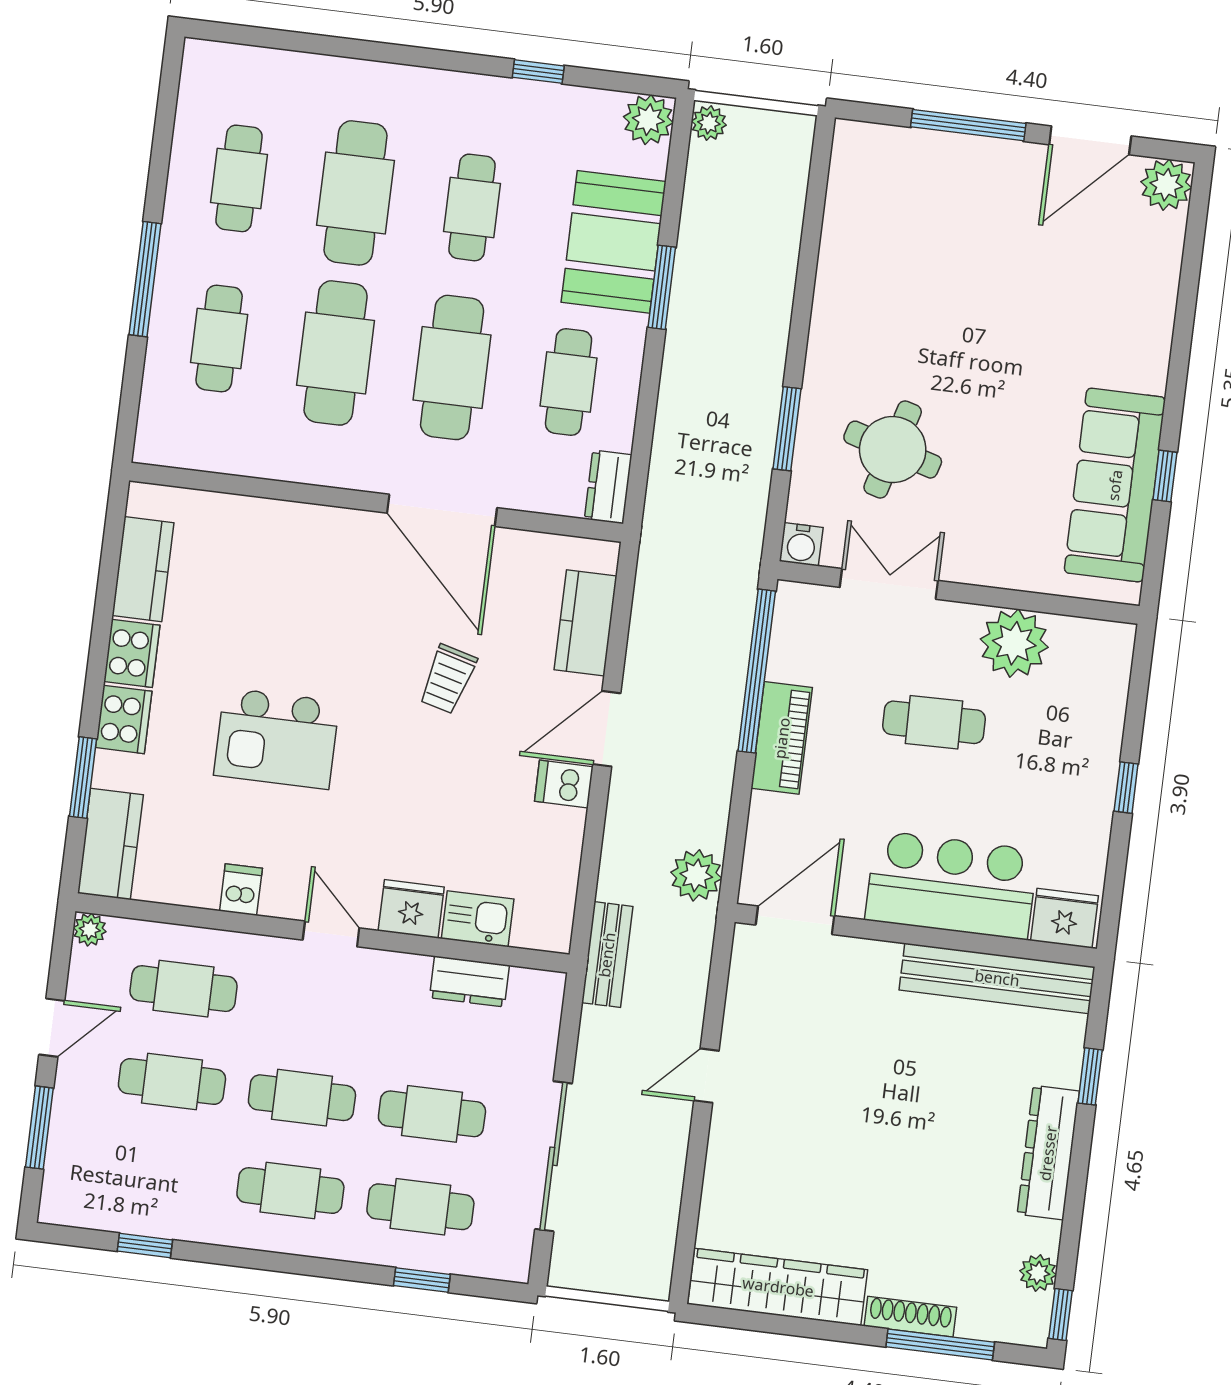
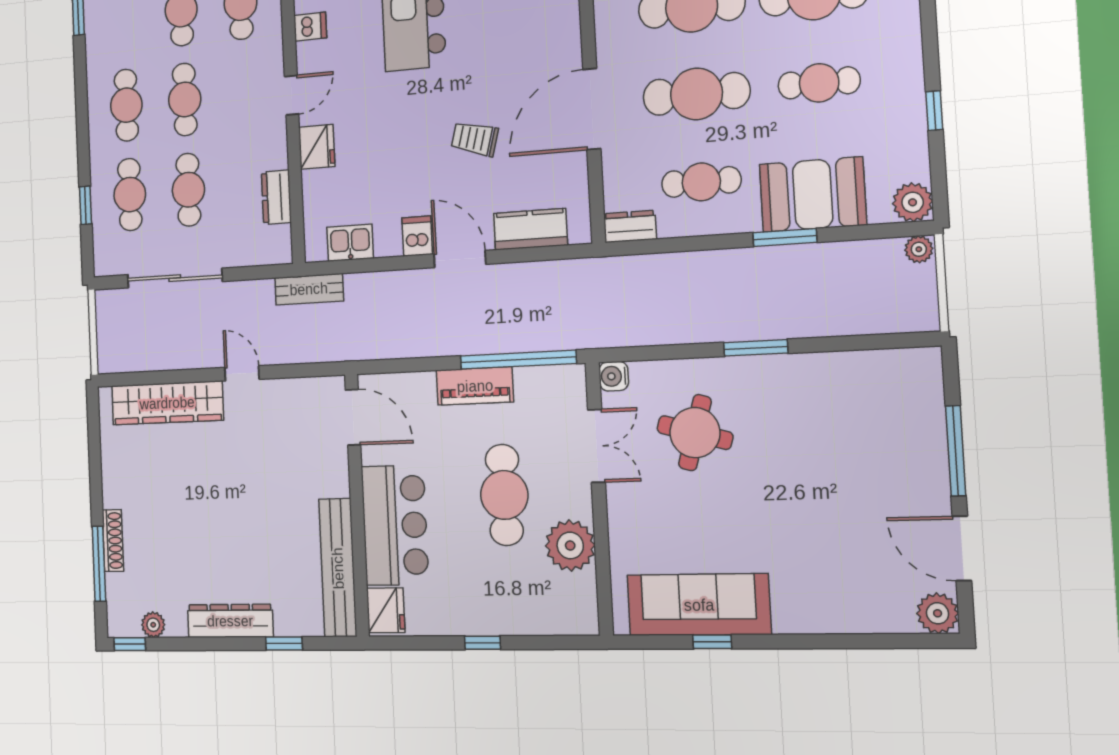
window: (787, 429) -> (756, 348), moved
cafe table: (934, 722) -> (504, 495), width x1.37, depth x1.35
plant: (696, 875) -> (371, 342), removed
kitchen sink: (478, 919) -> (350, 243), moved, turned -90
wardrobe: (778, 1287) -> (167, 403), moved, turned 90

